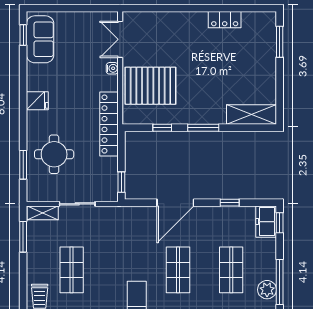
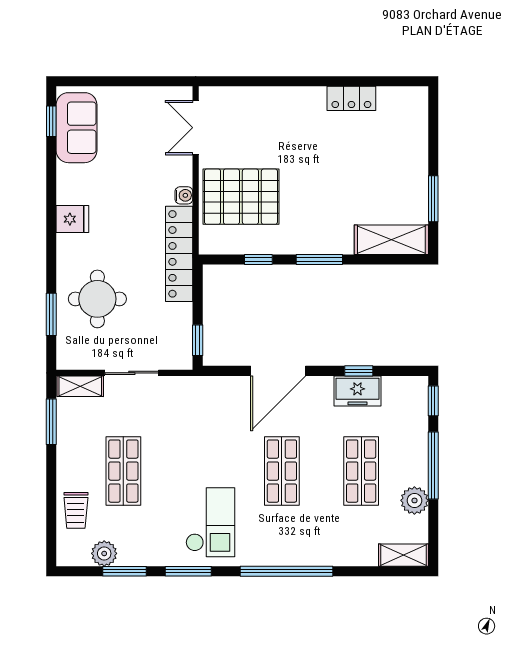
window: (280, 42) -> (433, 199), moved
water cooler: (112, 68) -> (184, 195), moved
freezer: (266, 222) -> (357, 391), moved, turned -90
window: (280, 282) -> (433, 466), moved

